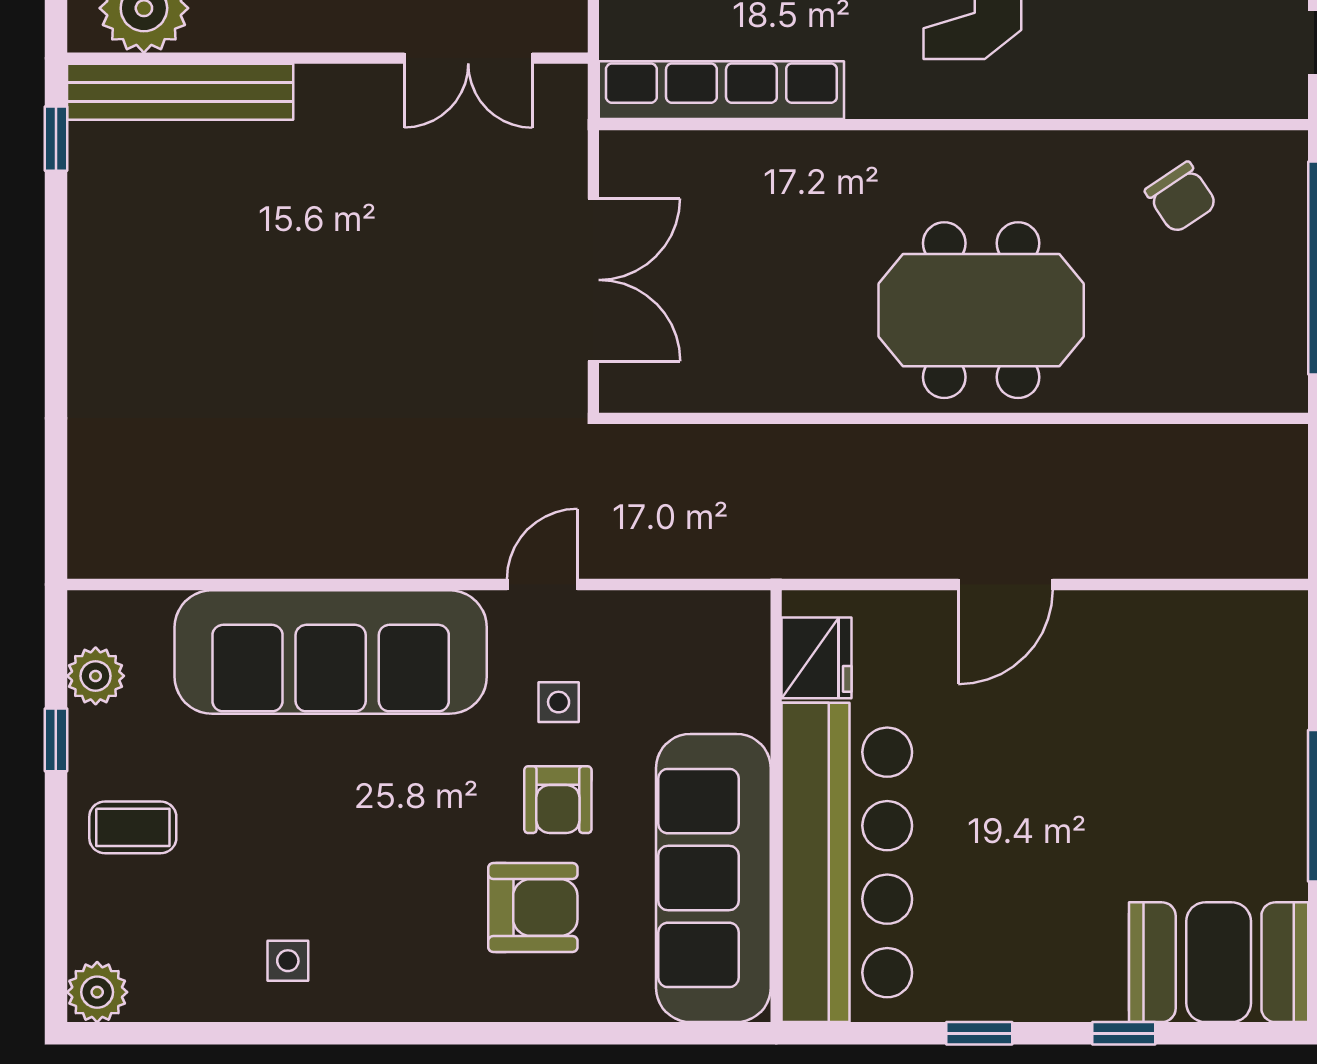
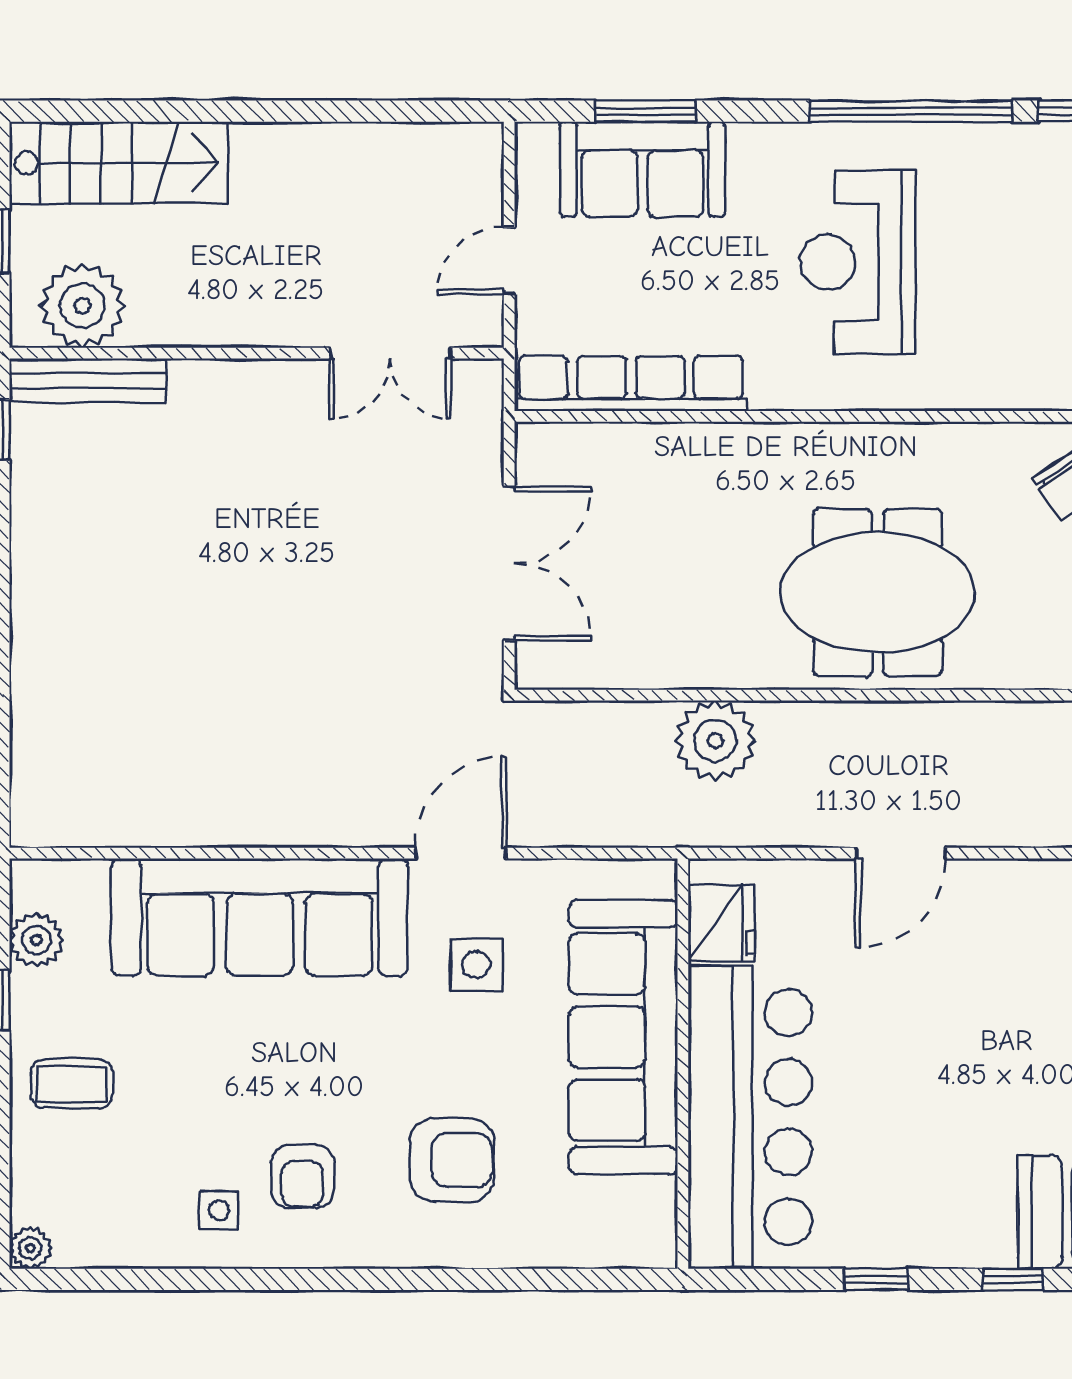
bench: (180, 92) -> (88, 380), width x0.73, depth x0.82
plant: (810, 466) -> (715, 740), added
door: (542, 585) -> (461, 853), width x1.38
side table: (559, 702) -> (476, 965), width x1.37, depth x1.37
armchair: (558, 800) -> (302, 1176), moved
sofa: (713, 878) -> (623, 1037), moved
plant: (97, 992) -> (30, 1248), width x0.73, depth x0.73

